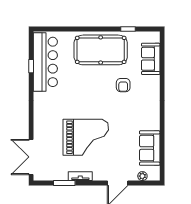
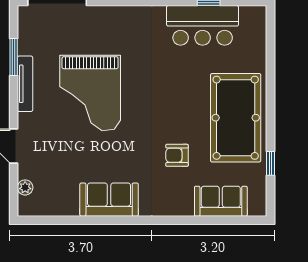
bar counter: (45, 62) -> (203, 25), width x0.73
sofa: (150, 148) -> (109, 200), moved
tv unit: (80, 176) -> (25, 84), width x1.41

